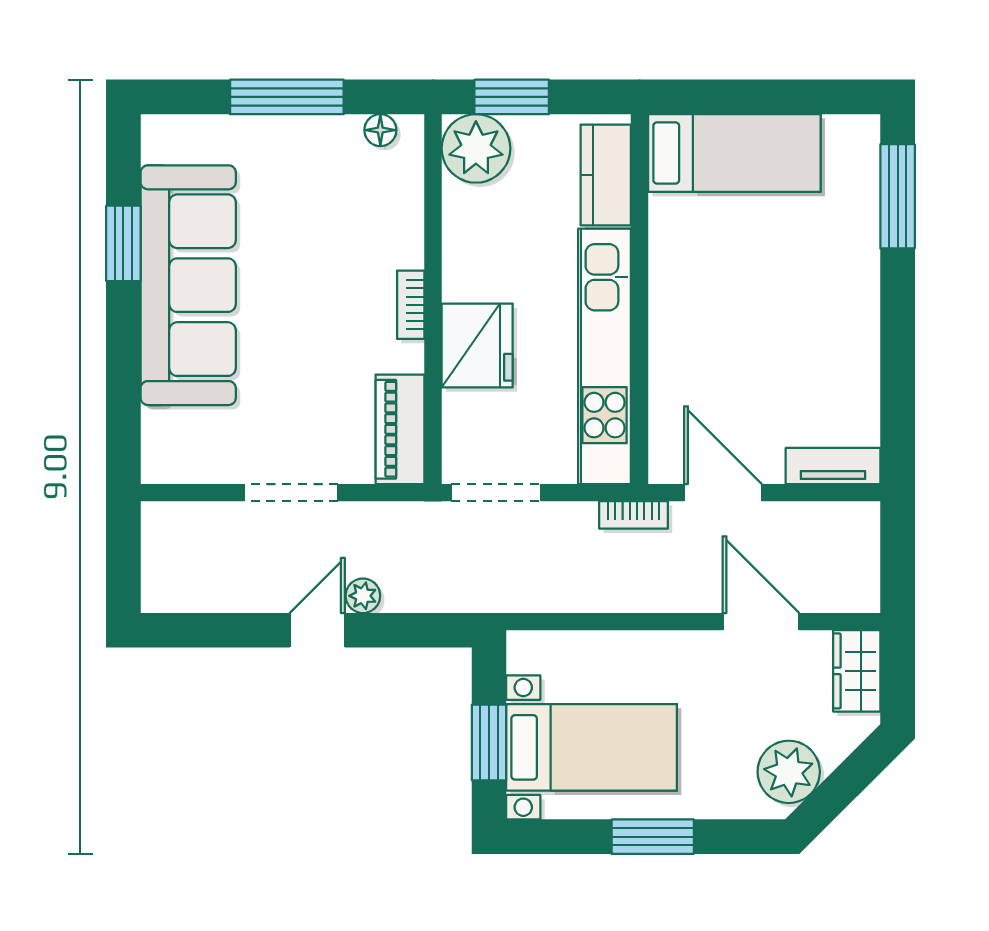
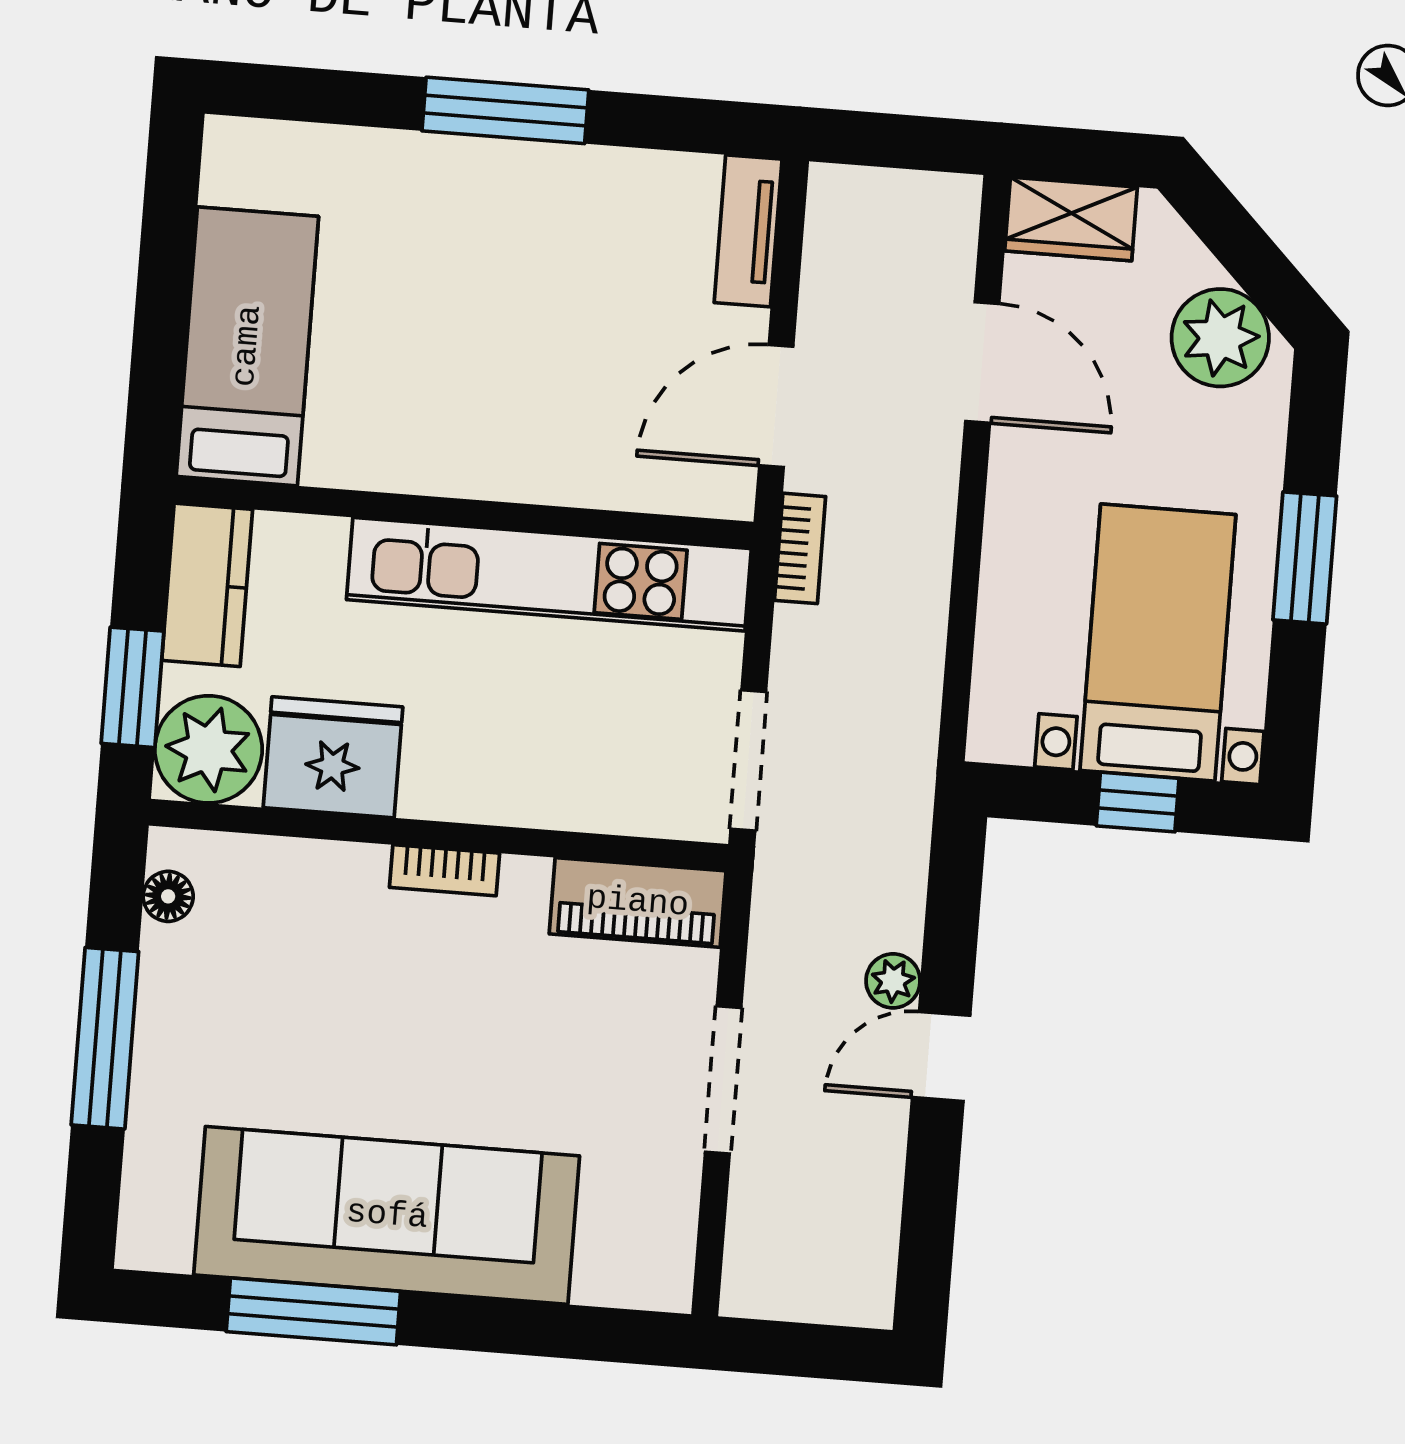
kitchen counter: (606, 175) -> (207, 585), moved, turned -90
window: (898, 196) -> (505, 110), moved
window: (123, 243) -> (313, 1311), width x1.44
fridge: (477, 346) -> (333, 757), moved
door: (761, 622) -> (982, 363), swing flipped
door: (317, 630) -> (941, 1056), hinge flipped
window: (489, 743) -> (1138, 802), width x0.67

